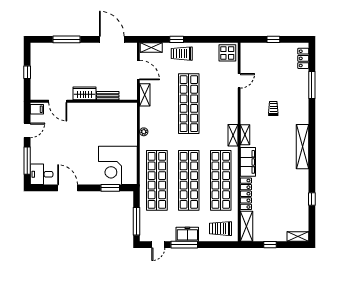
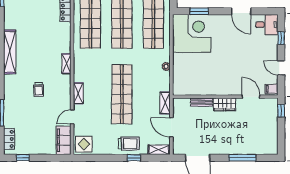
window: (273, 39) -> (23, 158), moved
window: (27, 72) -> (281, 111), moved
door: (27, 130) -> (281, 68), hinge flipped
shelving: (233, 135) -> (78, 93), moved
window: (27, 161) -> (281, 38), width x0.46
filing cabinet: (248, 162) -> (64, 140), moved

